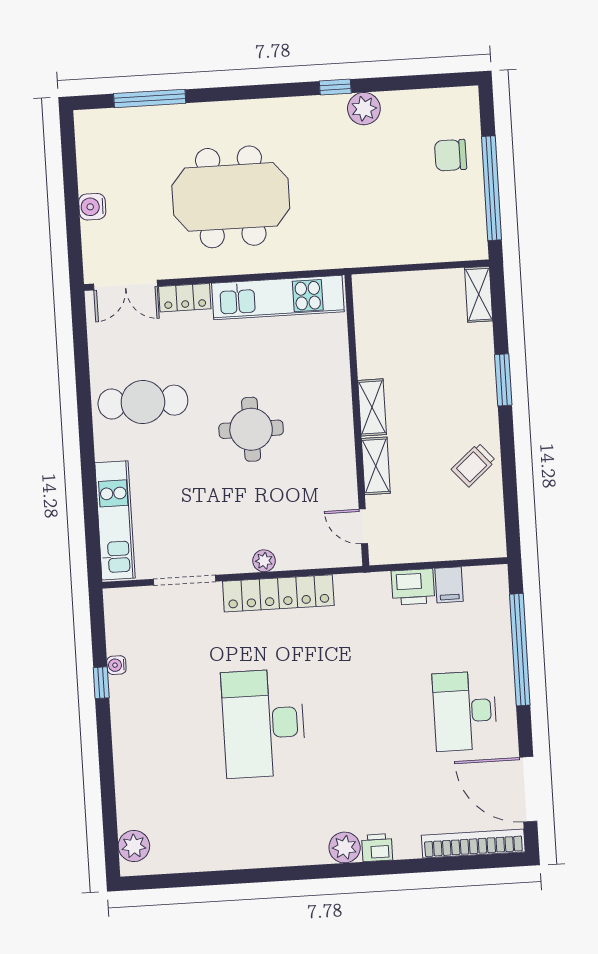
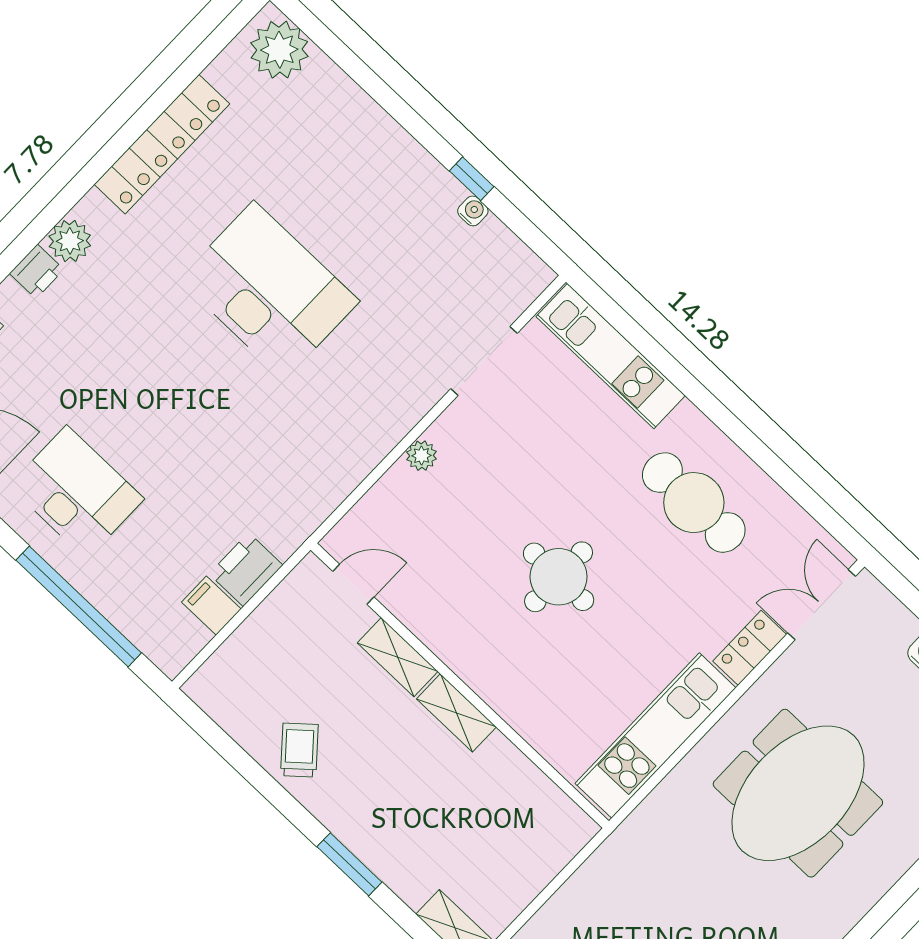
cafe table: (143, 402) -> (694, 503), turned 90
locker: (278, 593) -> (162, 144), moved, turned 180
plant: (134, 846) -> (279, 50), width x1.36, depth x1.36

